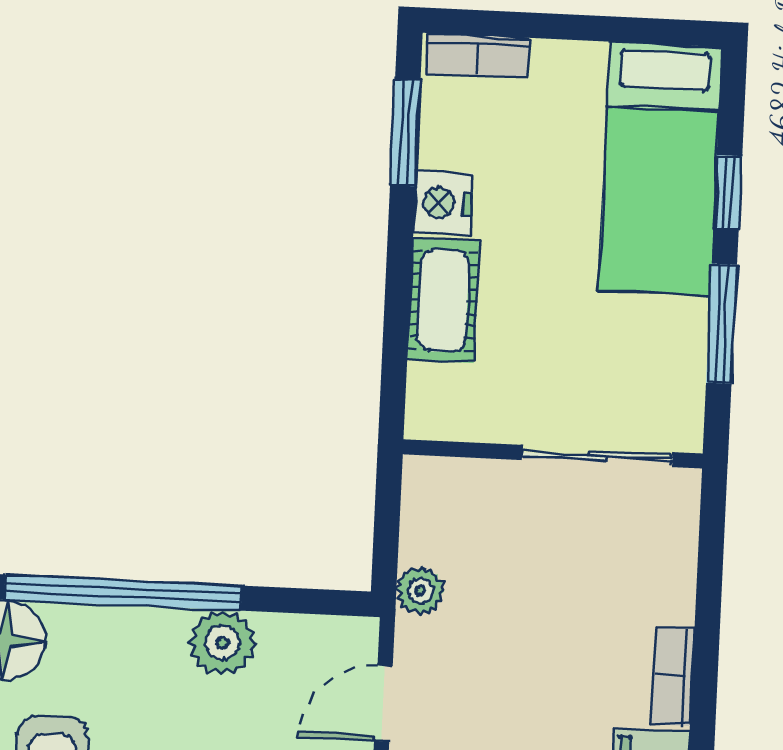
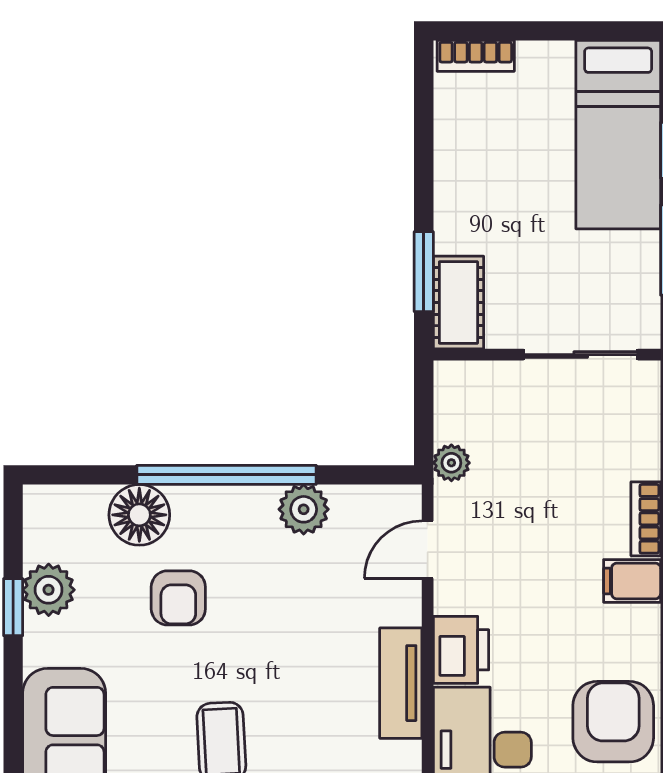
window: (405, 133) -> (424, 272), moved
nightstand: (443, 203) -> (455, 169), removed
cot: (443, 300) -> (458, 303), moved

